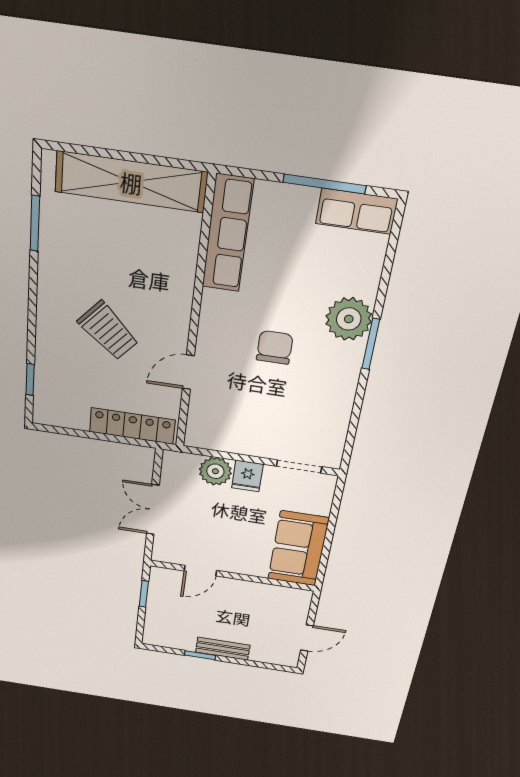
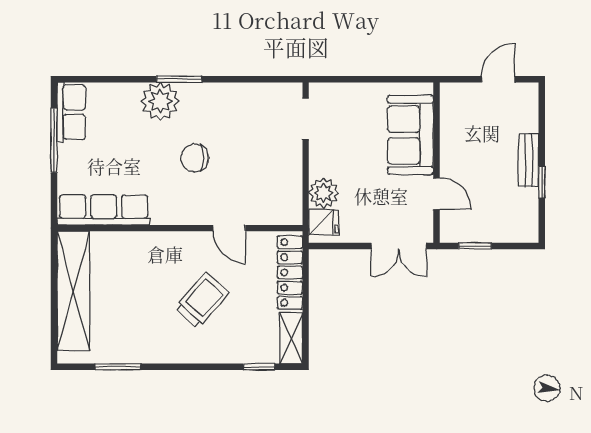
shelving: (60, 416) -> (291, 338), added
fridge: (247, 476) -> (324, 222), moved
double door: (153, 510) -> (399, 246), moved
sofa: (298, 549) -> (411, 135), moved, turned 90
door: (307, 638) -> (498, 79), hinge flipped

